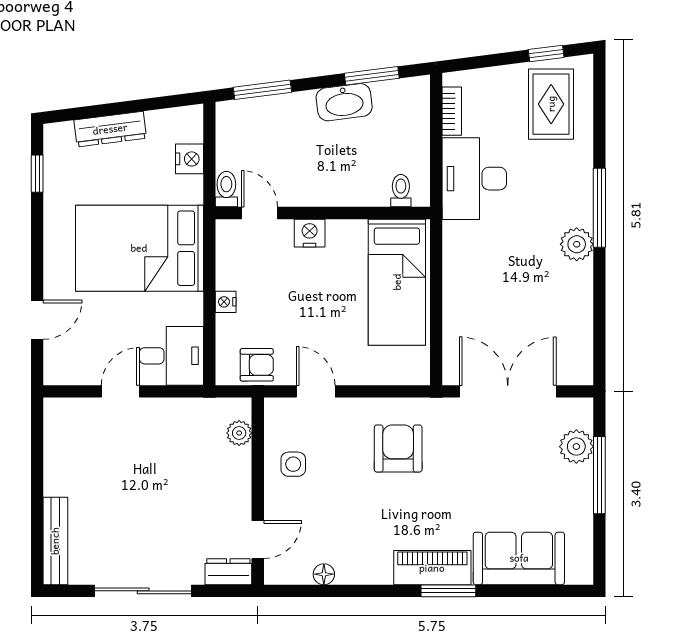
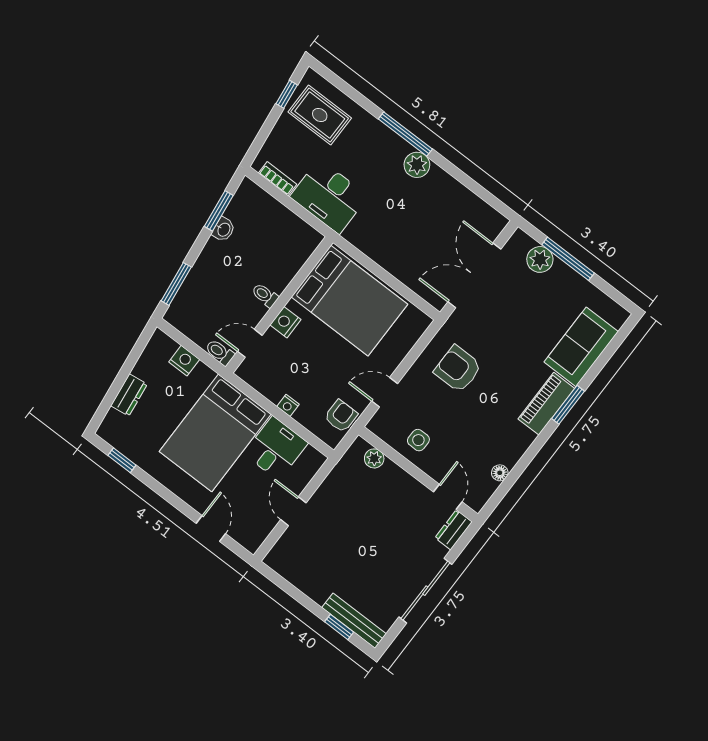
washbasin: (344, 102) -> (223, 229), width x0.52, depth x0.69
dresser: (110, 129) -> (129, 395), width x0.70
toilet: (401, 191) -> (265, 295), moved
bed: (397, 282) -> (349, 301), width x1.50
desk: (172, 356) -> (276, 448), moved
window: (37, 530) -> (339, 627), added

